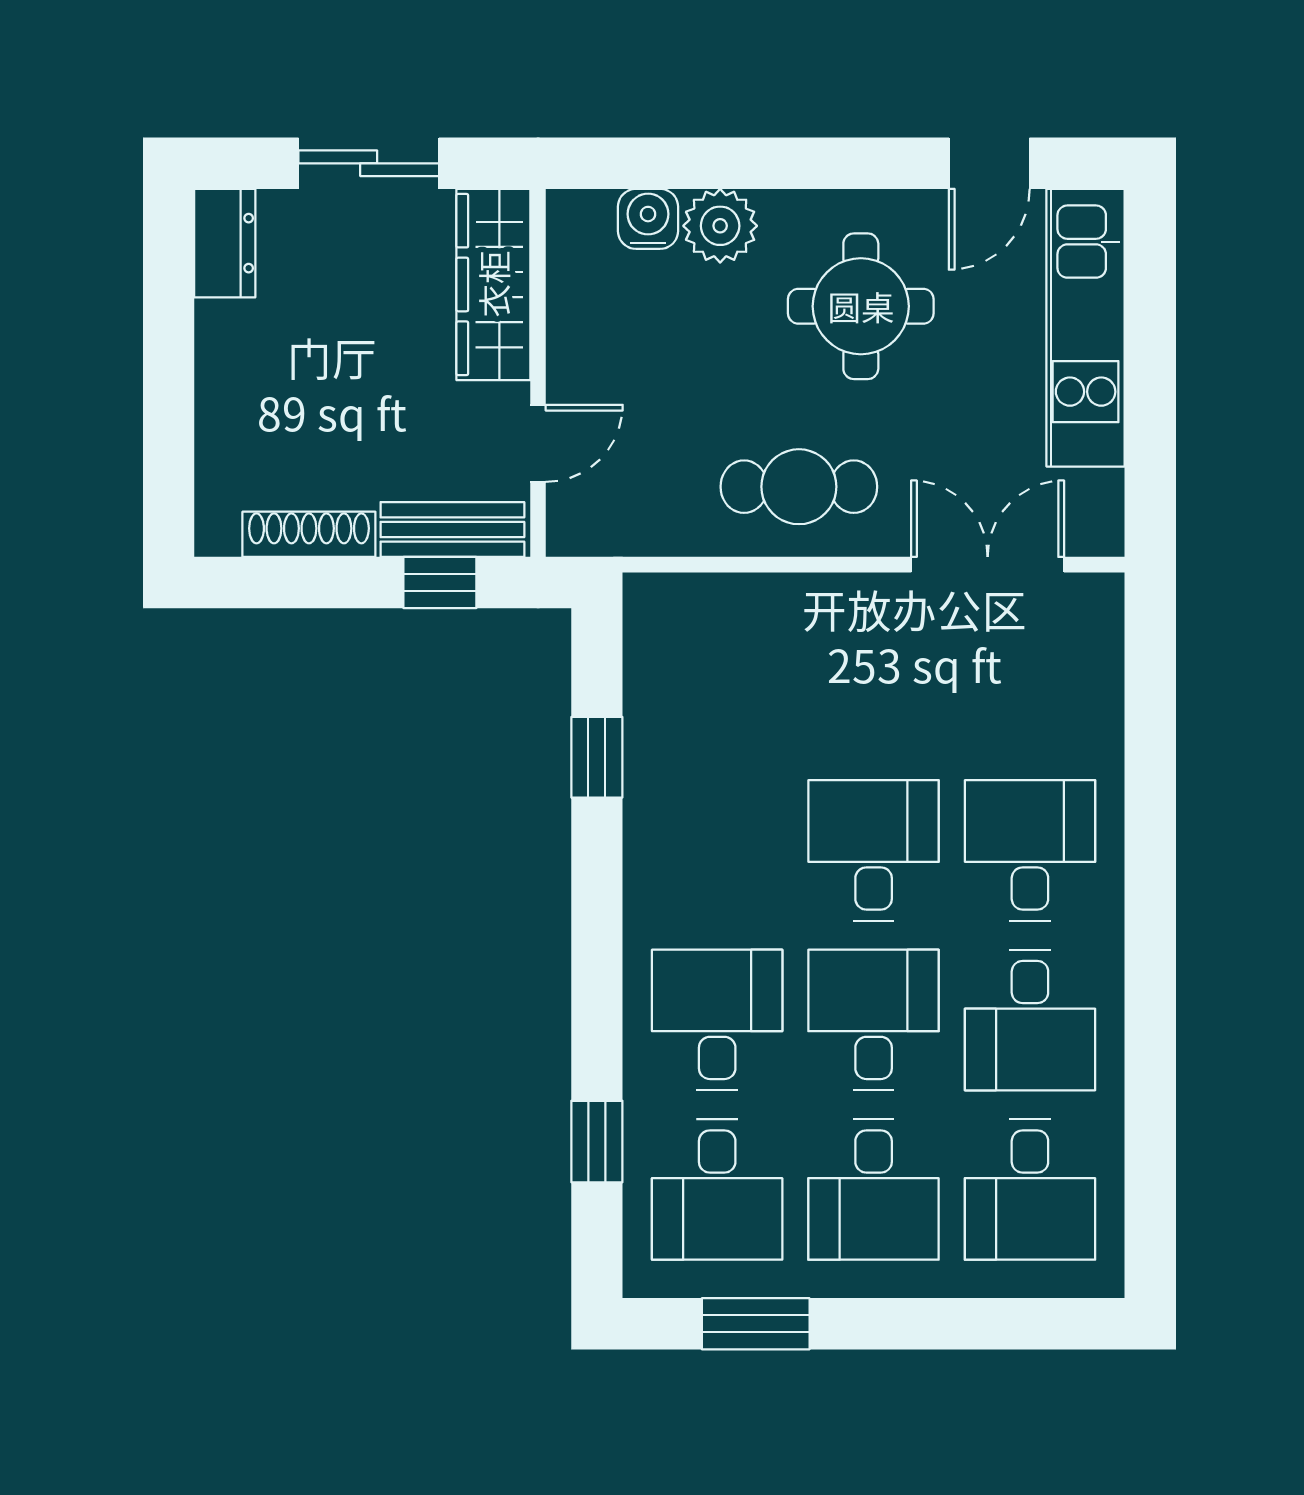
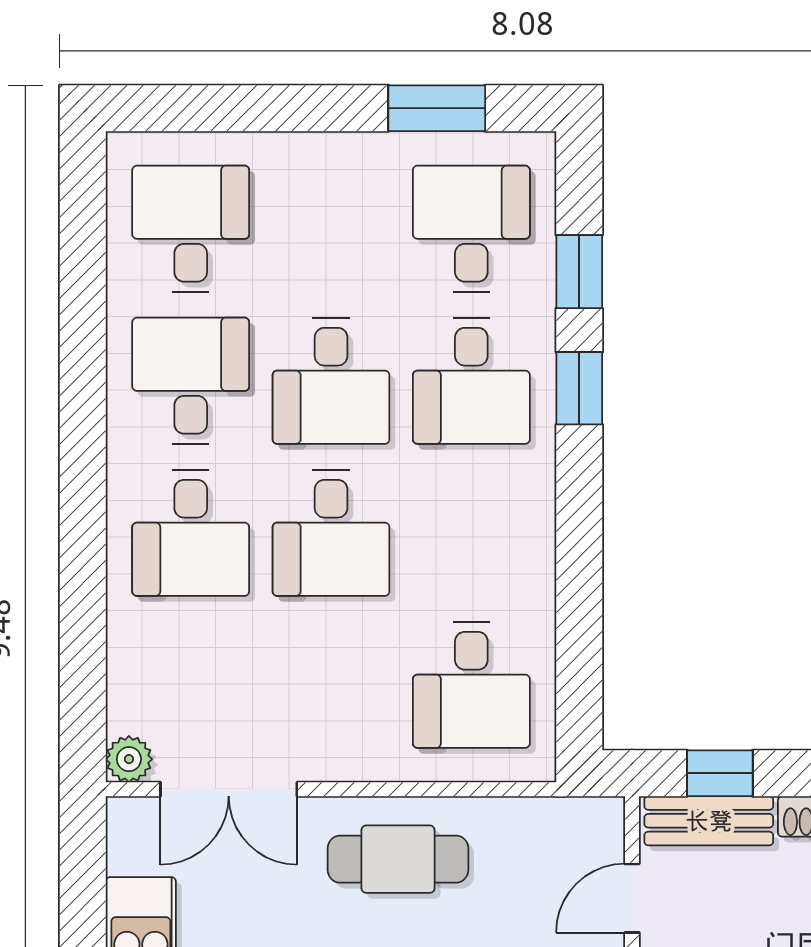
plant: (1099, 598) -> (129, 759), added
window: (597, 757) -> (579, 388), moved
desk: (874, 1189) -> (471, 685), moved, turned 180

